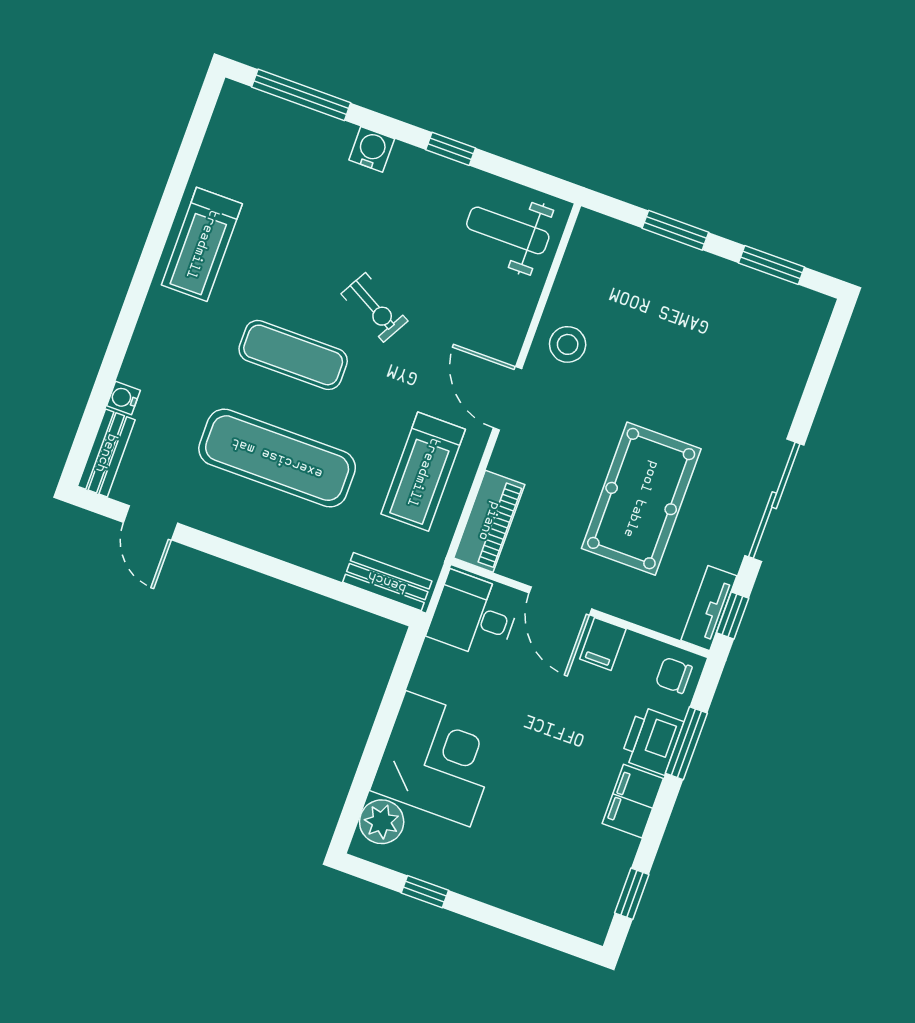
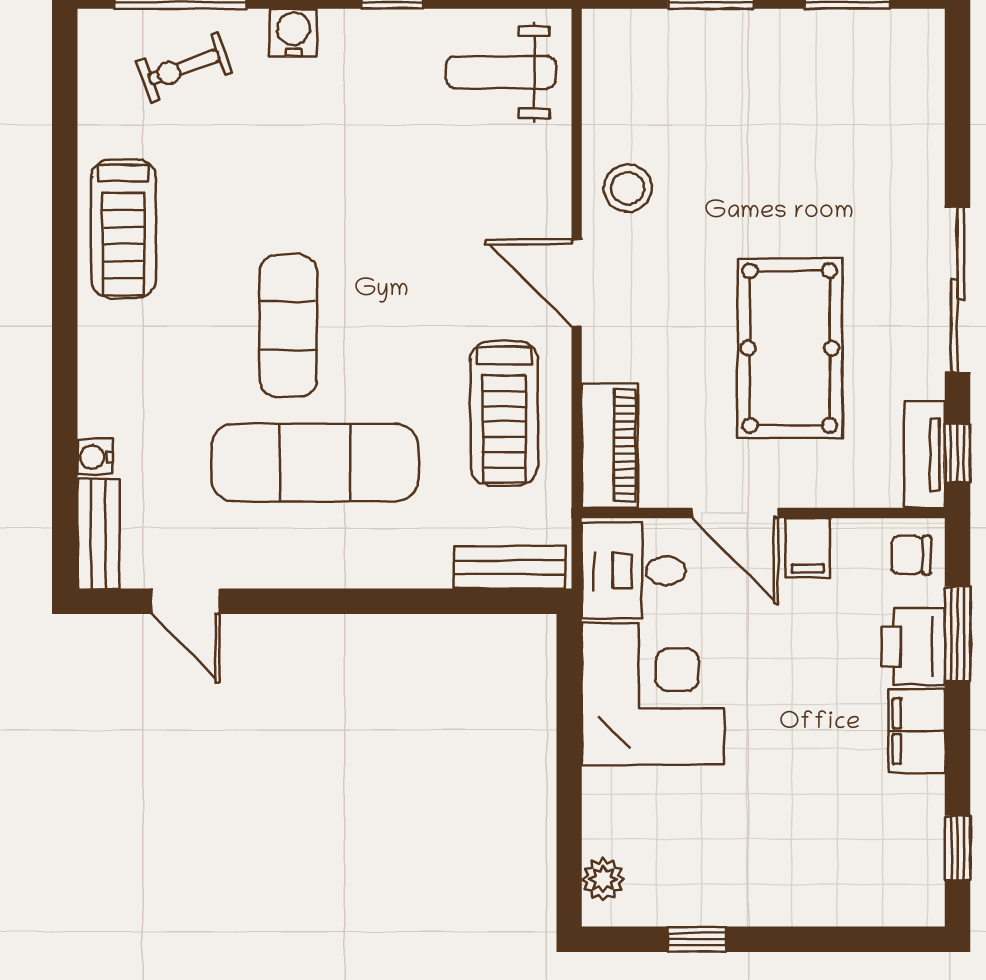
exercise bike: (374, 307) -> (184, 67), moved, turned 131
exercise mat: (293, 355) -> (288, 326), turned 90
corner desk: (438, 759) -> (653, 694), moved
plant: (382, 822) -> (603, 879), width x0.73, depth x0.73

